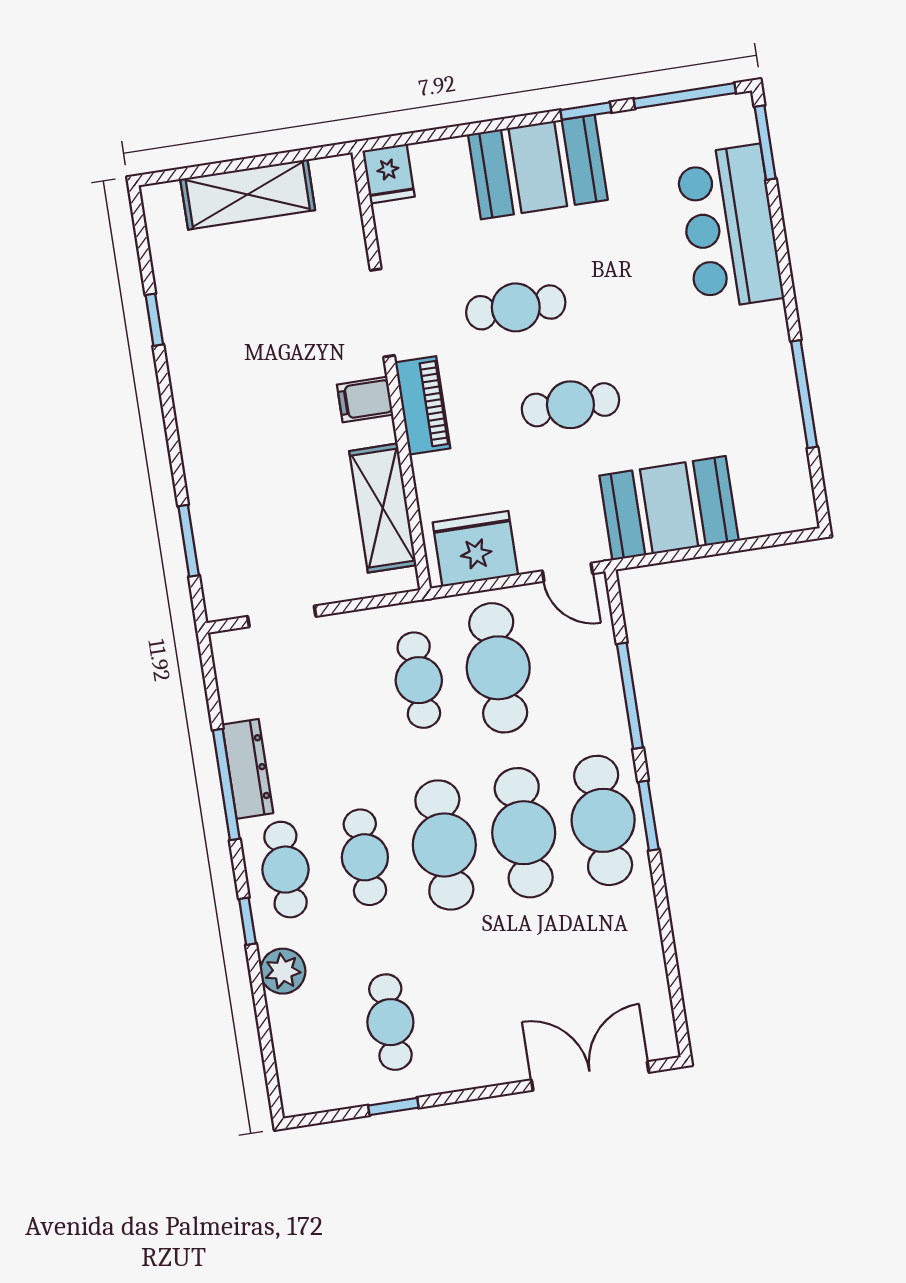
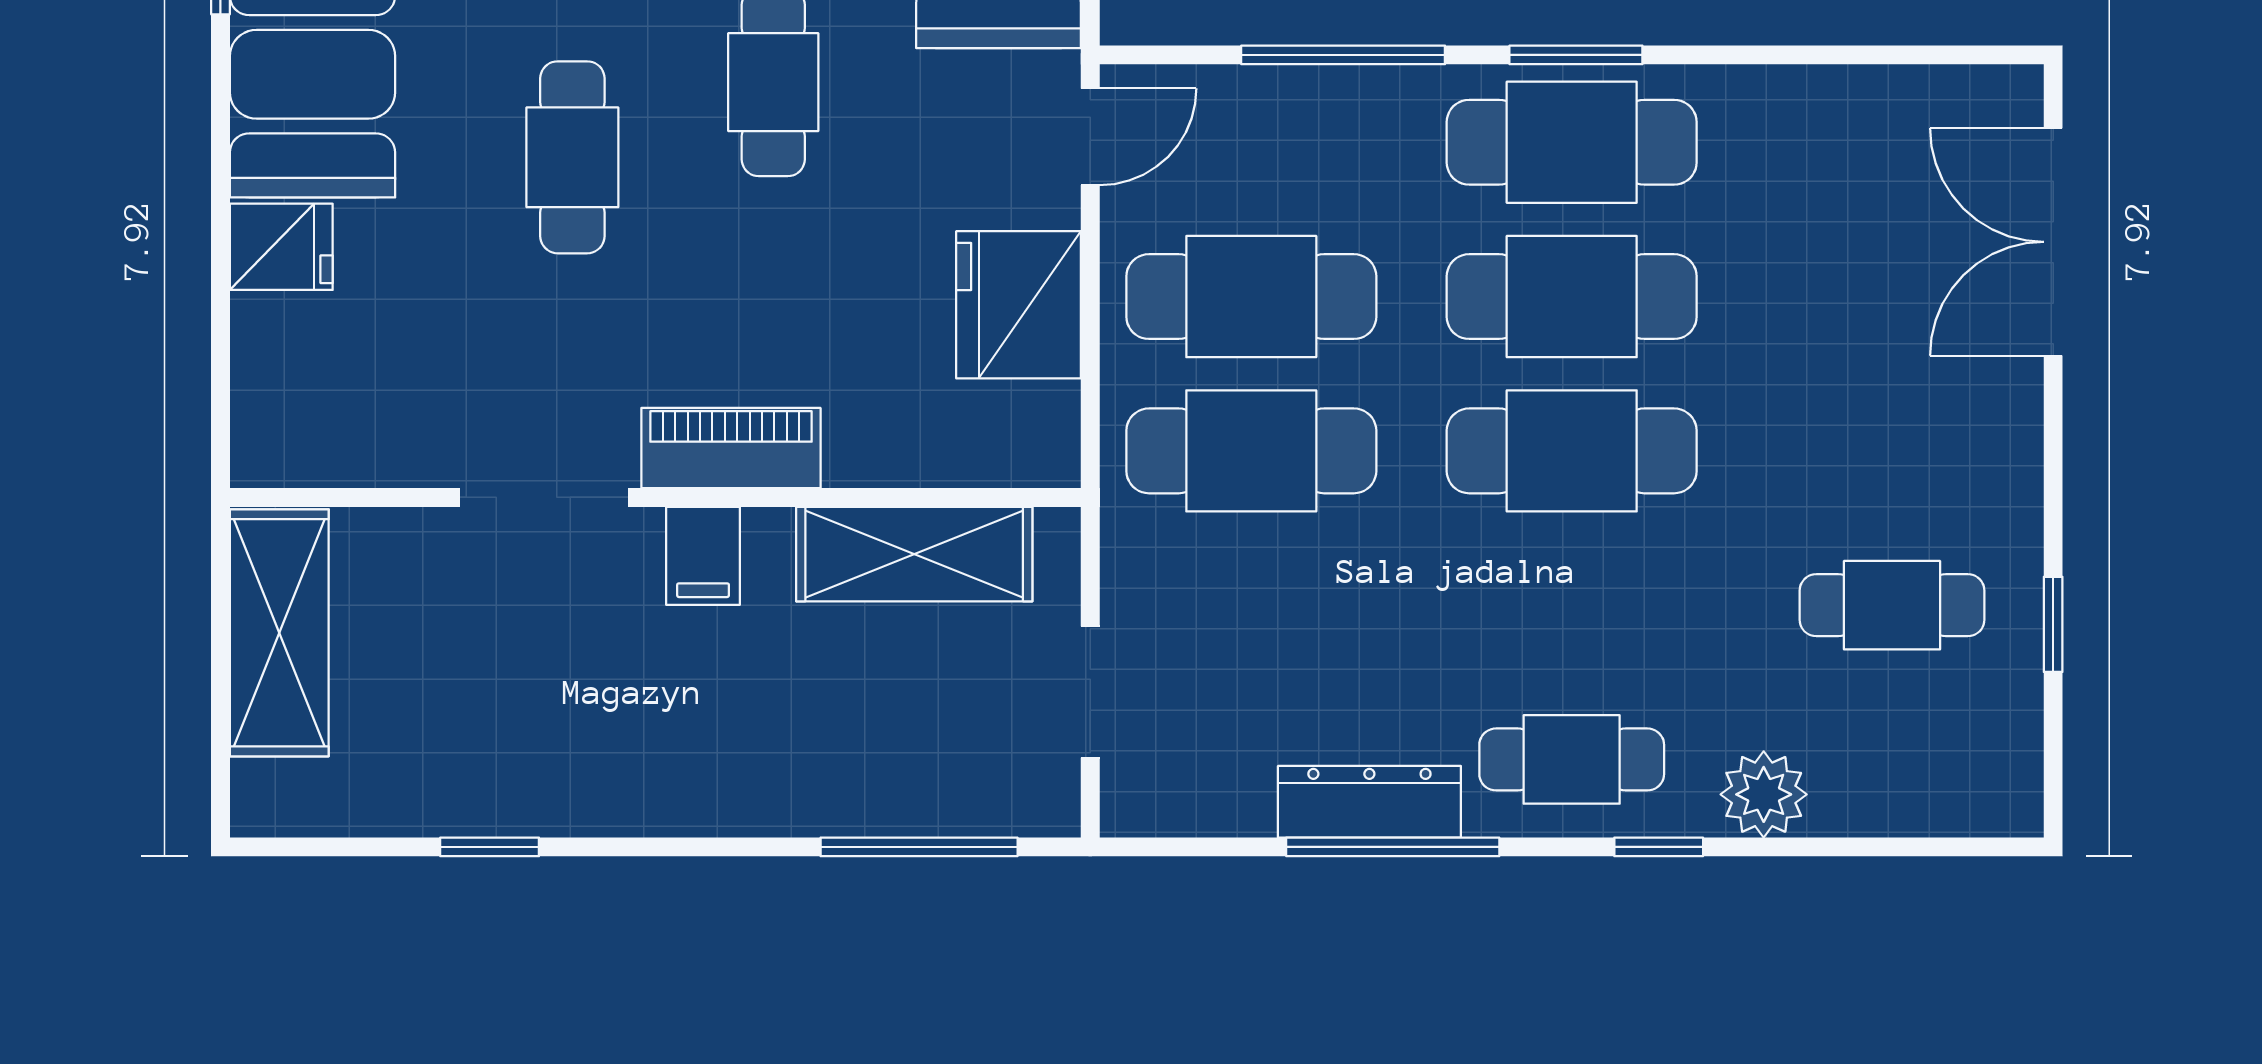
fridge: (388, 174) -> (281, 247), moved
doorway: (382, 313) -> (544, 497), moved
wall: (391, 370) -> (655, 497), moved
filing cabinet: (365, 400) -> (703, 556), moved
piano: (423, 405) -> (731, 448), moved
shelving: (383, 508) -> (914, 554), moved
window: (189, 541) -> (919, 847), width x1.44
cafe table: (419, 680) -> (1251, 451), width x1.37, depth x1.35
cafe table: (365, 857) -> (1572, 605), removed

